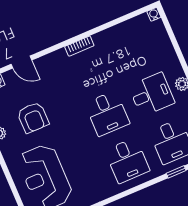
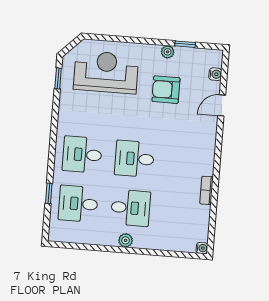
bookcase: (79, 46) -> (207, 190), moved
desk: (152, 94) -> (130, 208), turned -90

